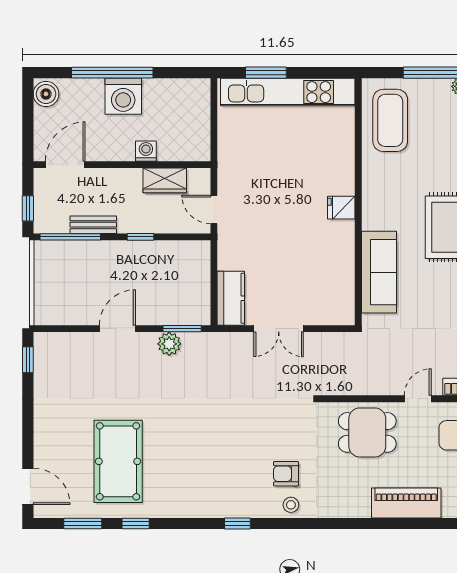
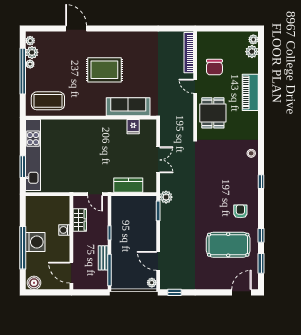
window: (28, 208) -> (94, 292), removed
fridge: (341, 208) -> (133, 127), moved
door: (214, 210) -> (95, 194), hinge flipped
kitchen counter: (231, 298) -> (128, 185), moved
plant: (46, 317) -> (152, 283), added
door: (117, 329) -> (158, 261), moved
plant: (169, 344) -> (166, 197), moved
armchair: (286, 474) -> (240, 211), moved, turned 180

